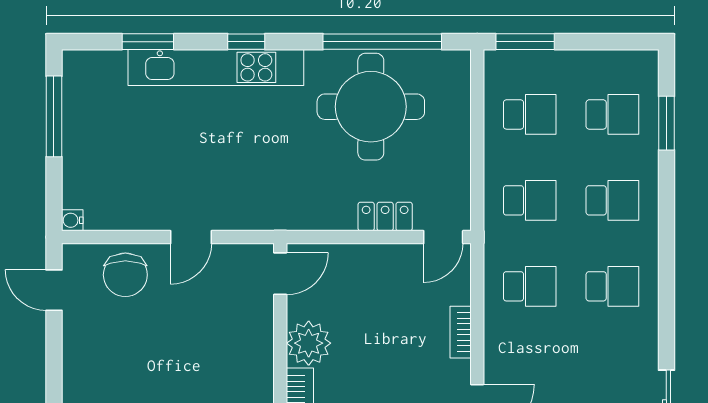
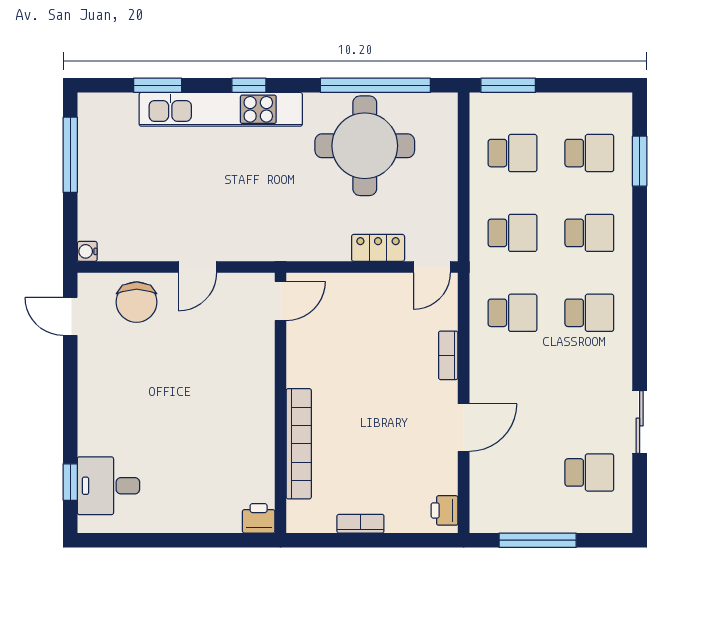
plant: (309, 343) -> (307, 366), removed

